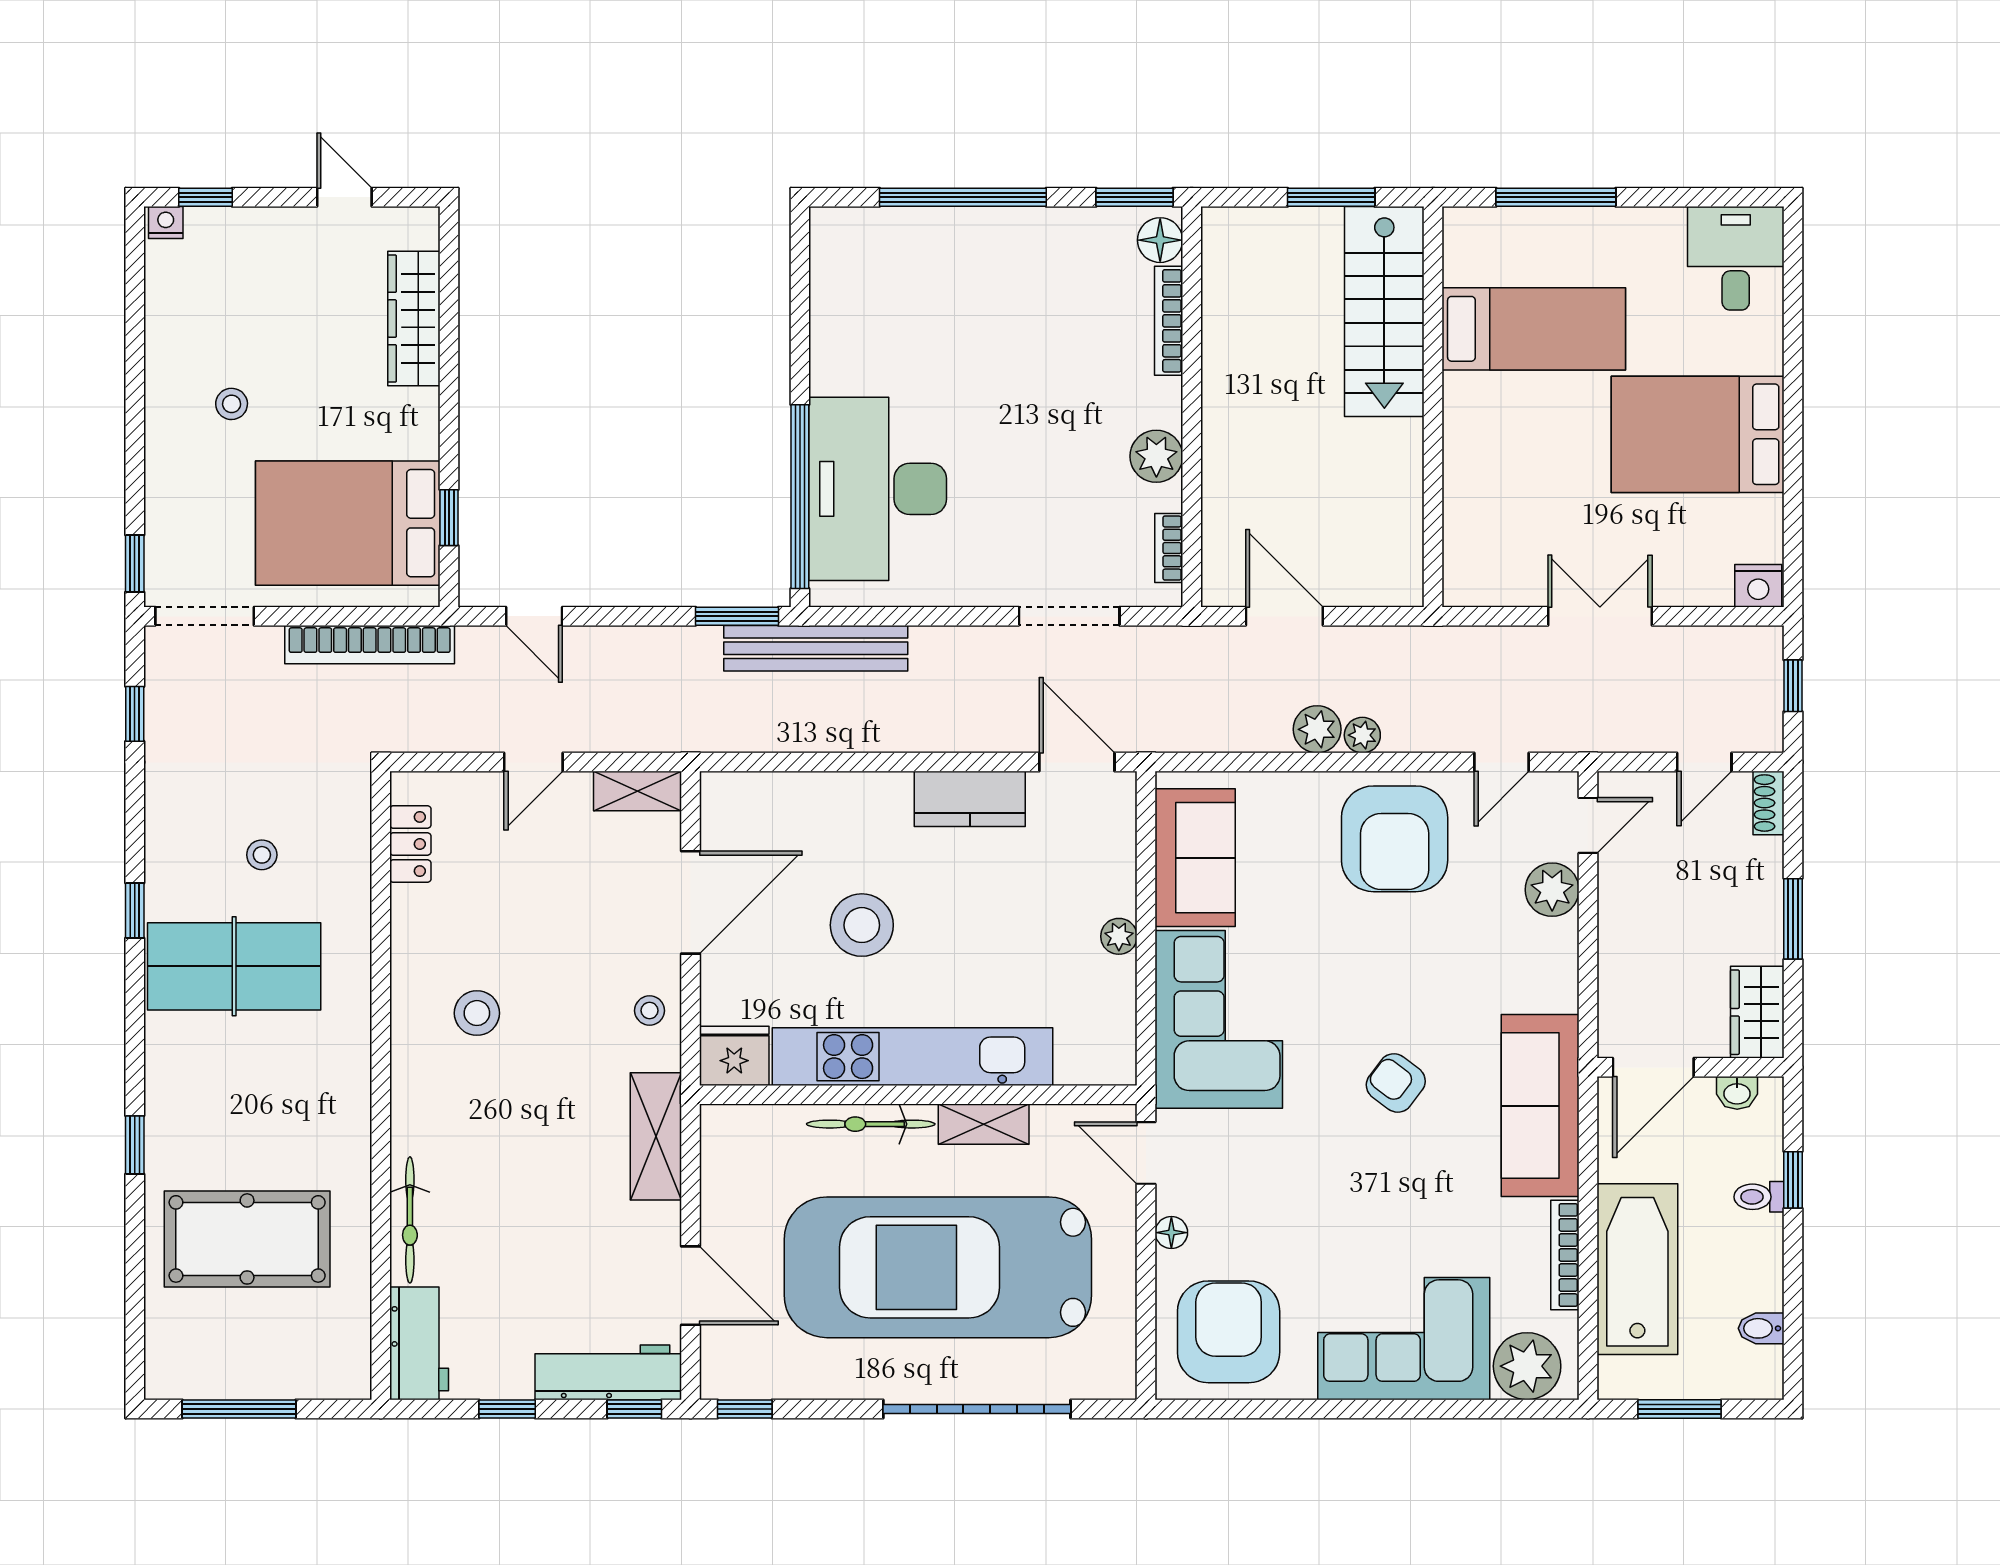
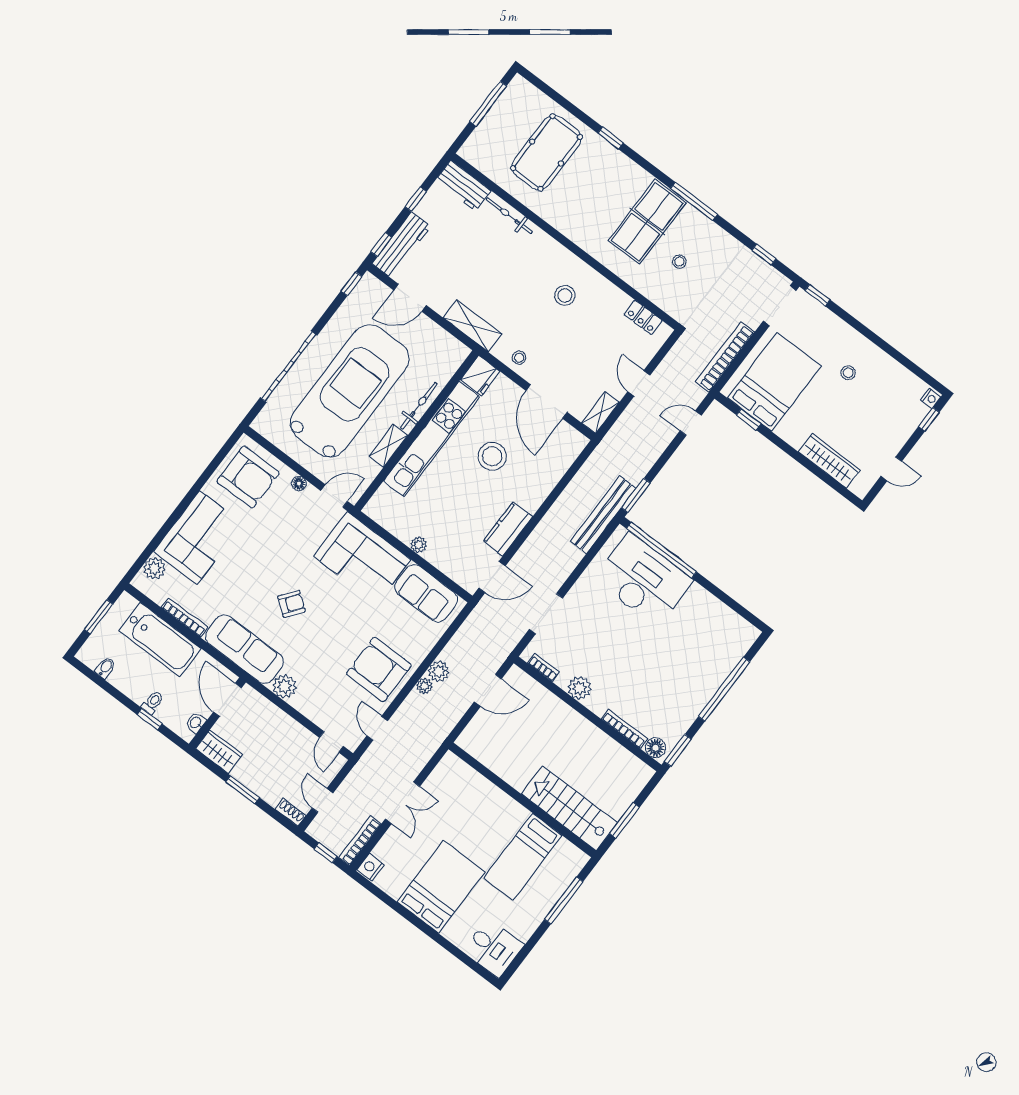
bookcase: (1725, 641) -> (360, 841), added
plant: (1552, 890) -> (285, 686), moved
window: (135, 910) -> (694, 201), width x2.17
plant: (1527, 1366) -> (154, 568), width x0.73, depth x0.73

